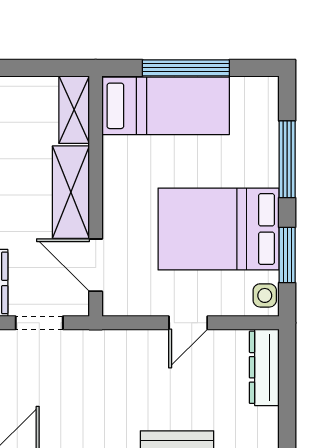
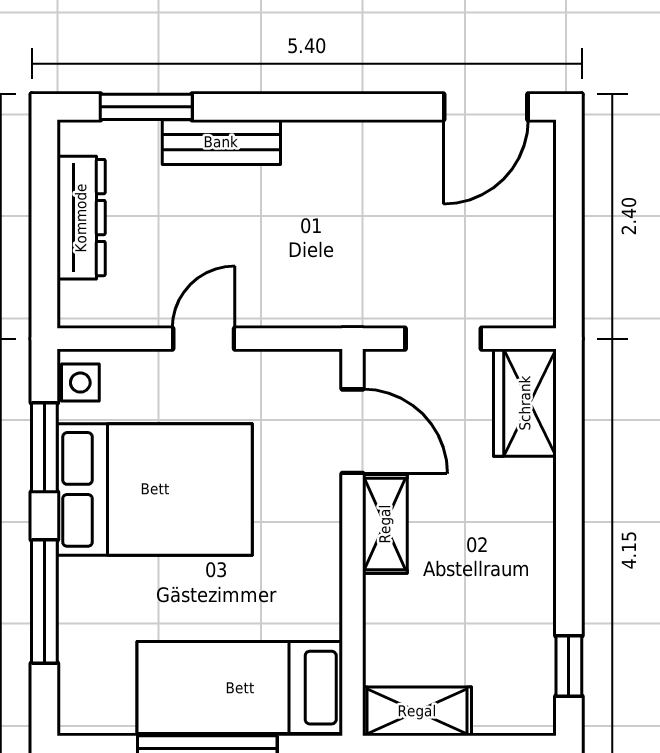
shelving: (74, 110) -> (417, 711), moved, turned 90
shelving: (71, 192) -> (385, 524), width x0.67, depth x0.75
dresser: (264, 367) -> (81, 218), moved

